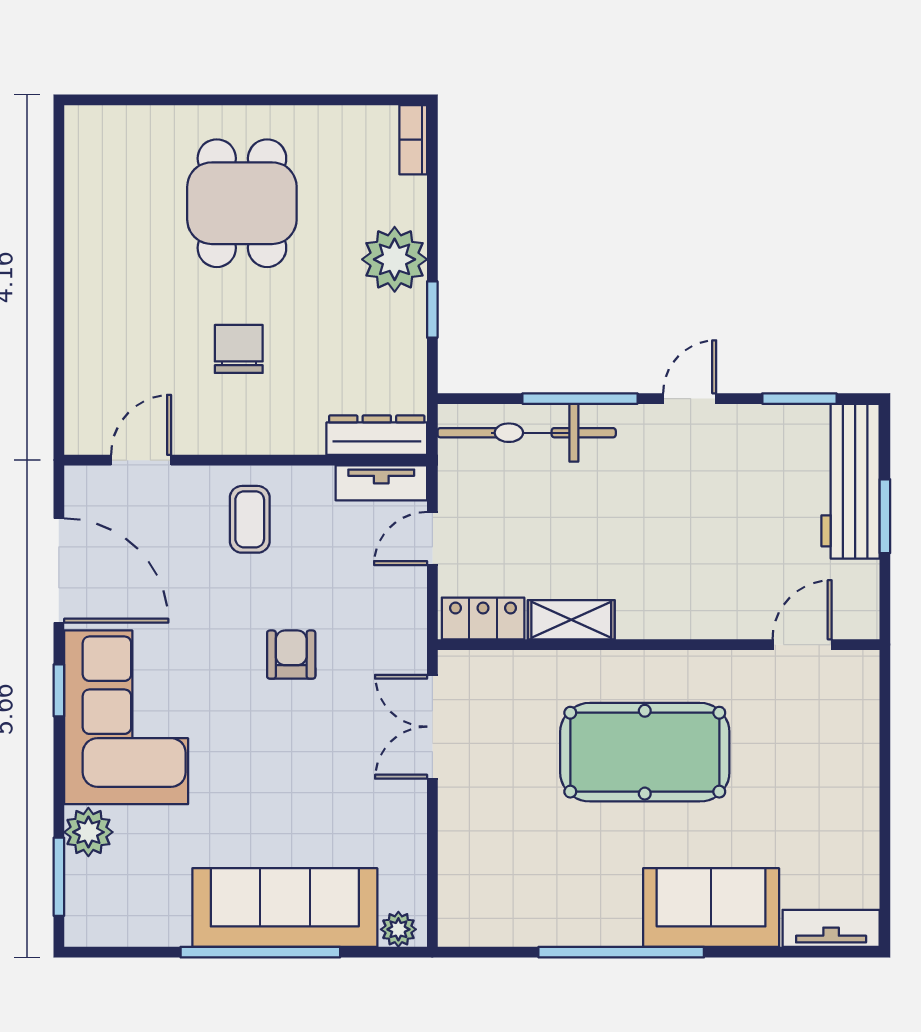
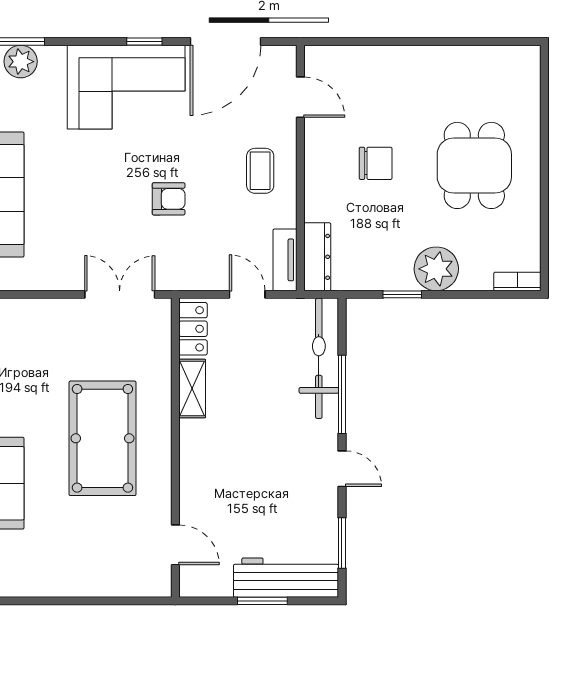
dining table: (242, 203) -> (474, 165), turned 90
coffee table: (250, 519) -> (260, 171), turned 90
plant: (88, 832) -> (21, 62), moved

